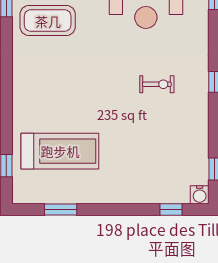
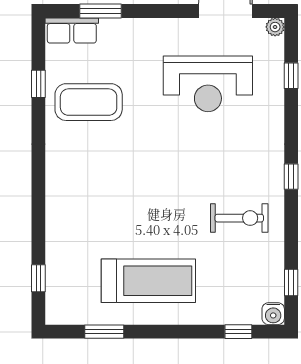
exercise bike: (157, 84) -> (239, 218), moved, width x1.38, depth x1.39
treadmill: (60, 151) -> (148, 281), moved

